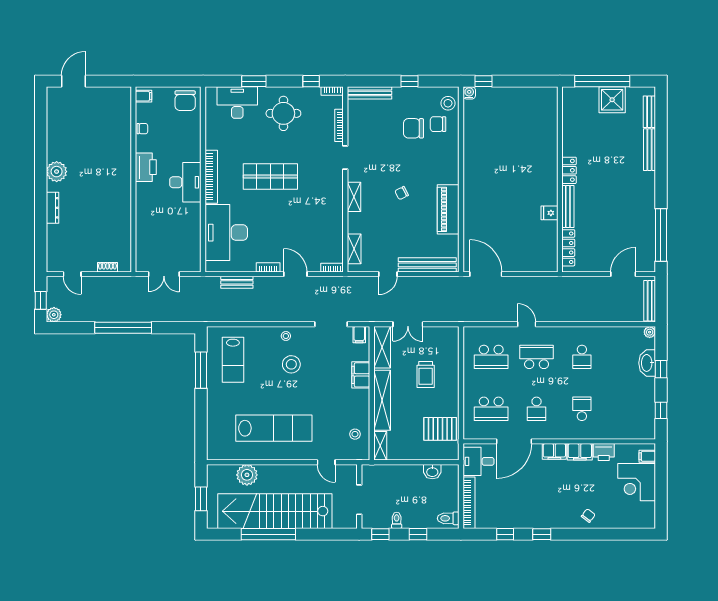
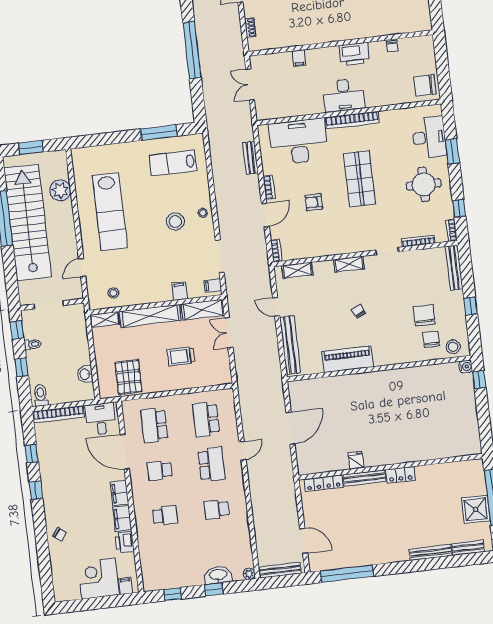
filing cabinet: (144, 96) -> (299, 58), moved
armchair: (288, 225) -> (314, 202), added
door: (486, 274) -> (290, 428), moved
filing cabinet: (361, 375) -> (180, 291), width x0.50

